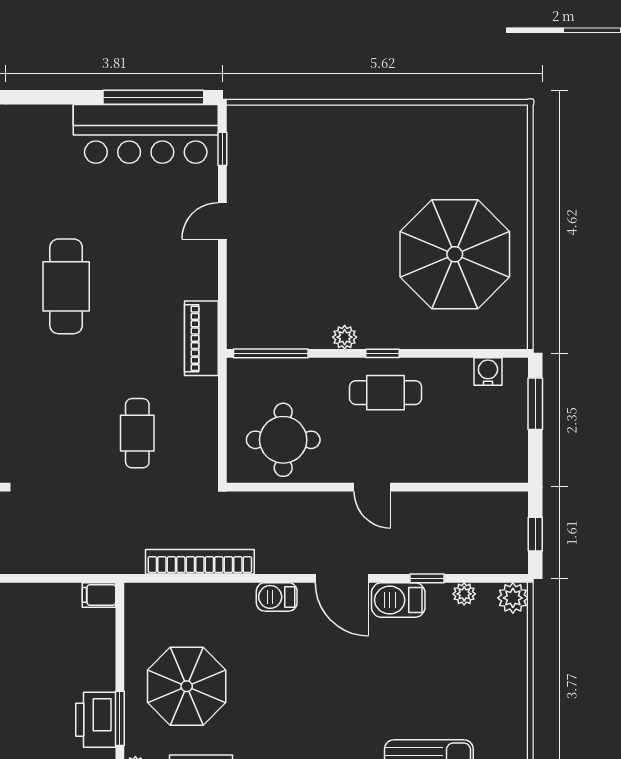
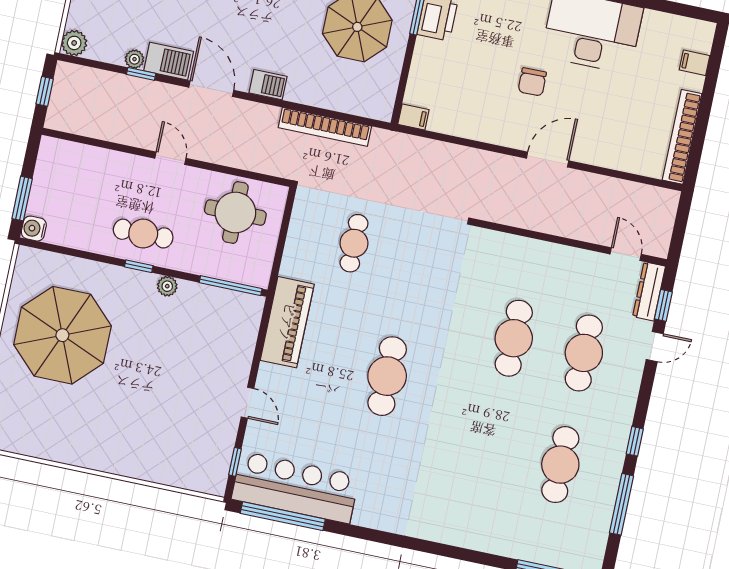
door: (222, 221) -> (248, 403), hinge flipped
piano: (201, 338) -> (287, 322), width x1.37, depth x1.33
water cooler: (488, 372) -> (34, 229), moved, turned 90
plant: (464, 594) -> (134, 59), moved

